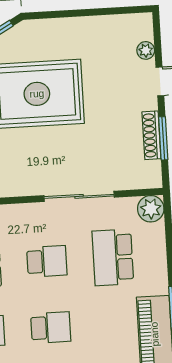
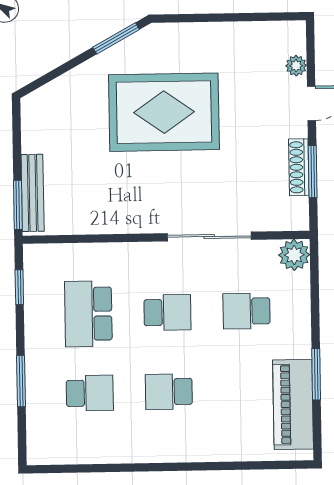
school desk: (113, 257) -> (246, 311), width x0.54
school desk: (51, 328) -> (169, 392), turned 180

